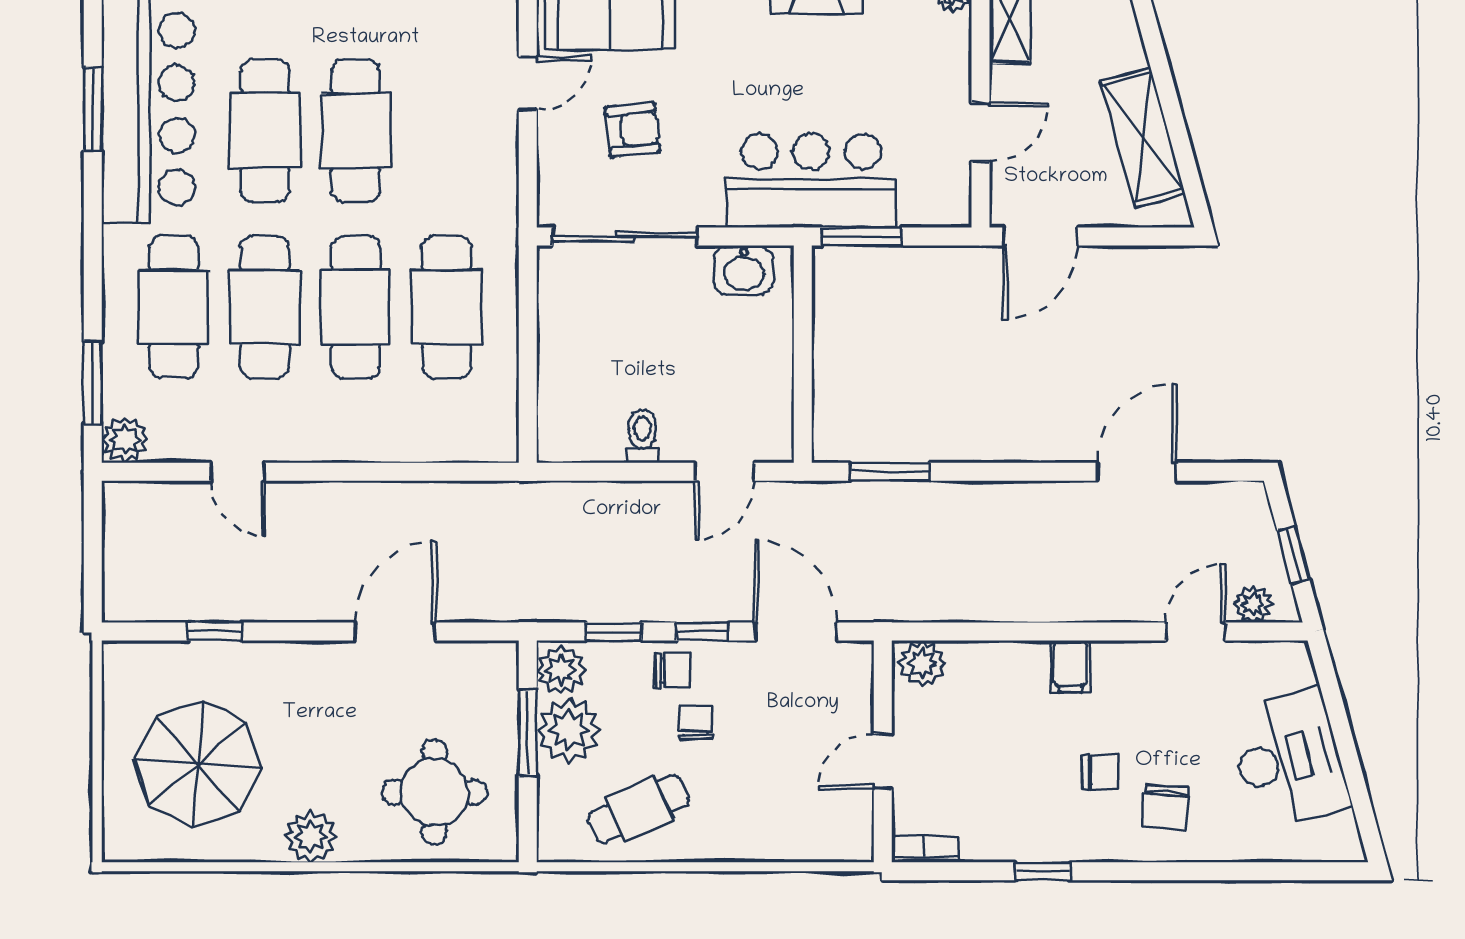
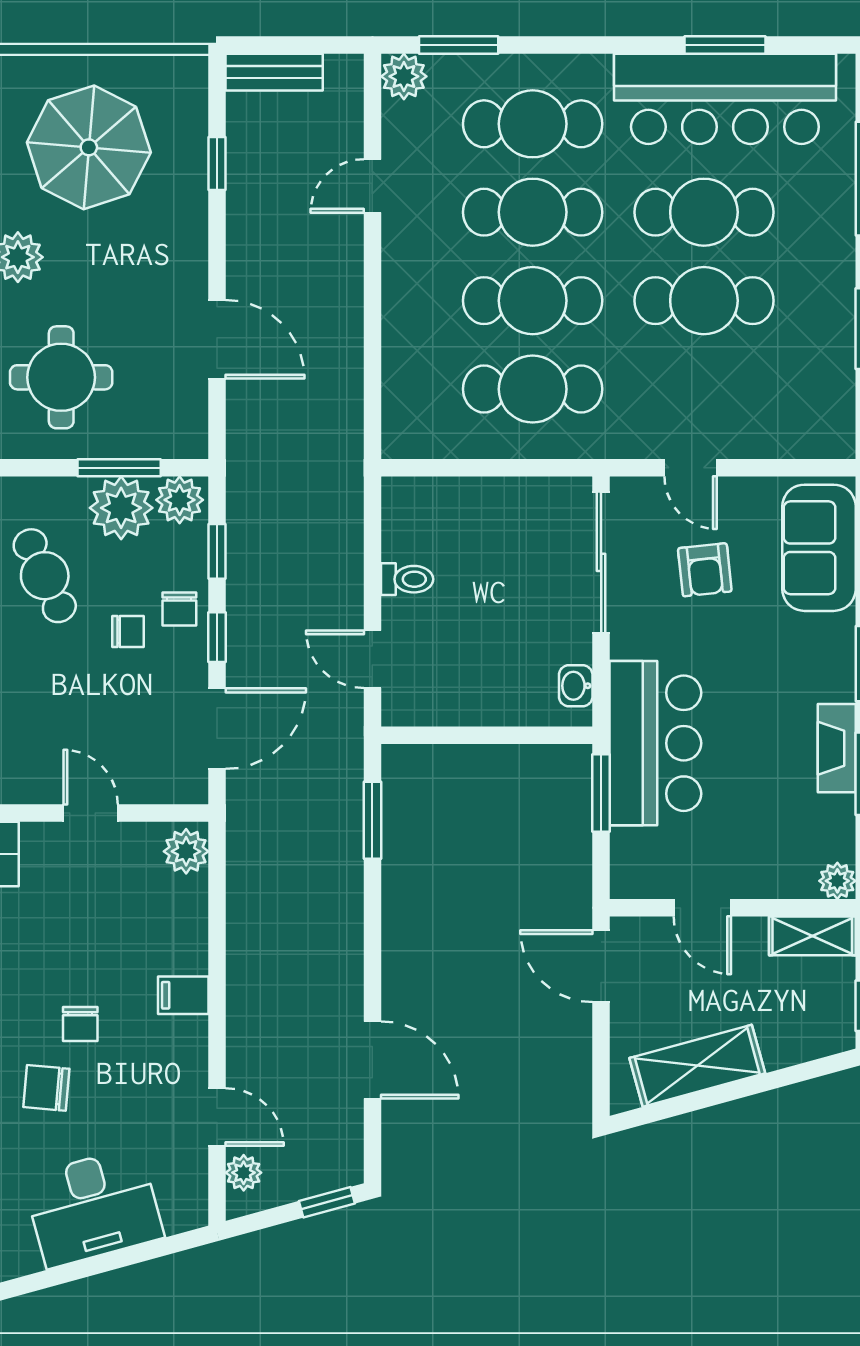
door: (528, 83) -> (691, 468), moved
washbasin: (744, 270) -> (576, 686), width x0.72, depth x0.69
window: (1293, 555) -> (327, 1202), moved
bench: (121, 573) -> (274, 72), added

